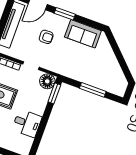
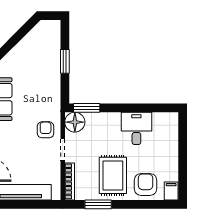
armchair: (46, 37) -> (46, 130), moved
window: (93, 90) -> (65, 61), width x0.69

